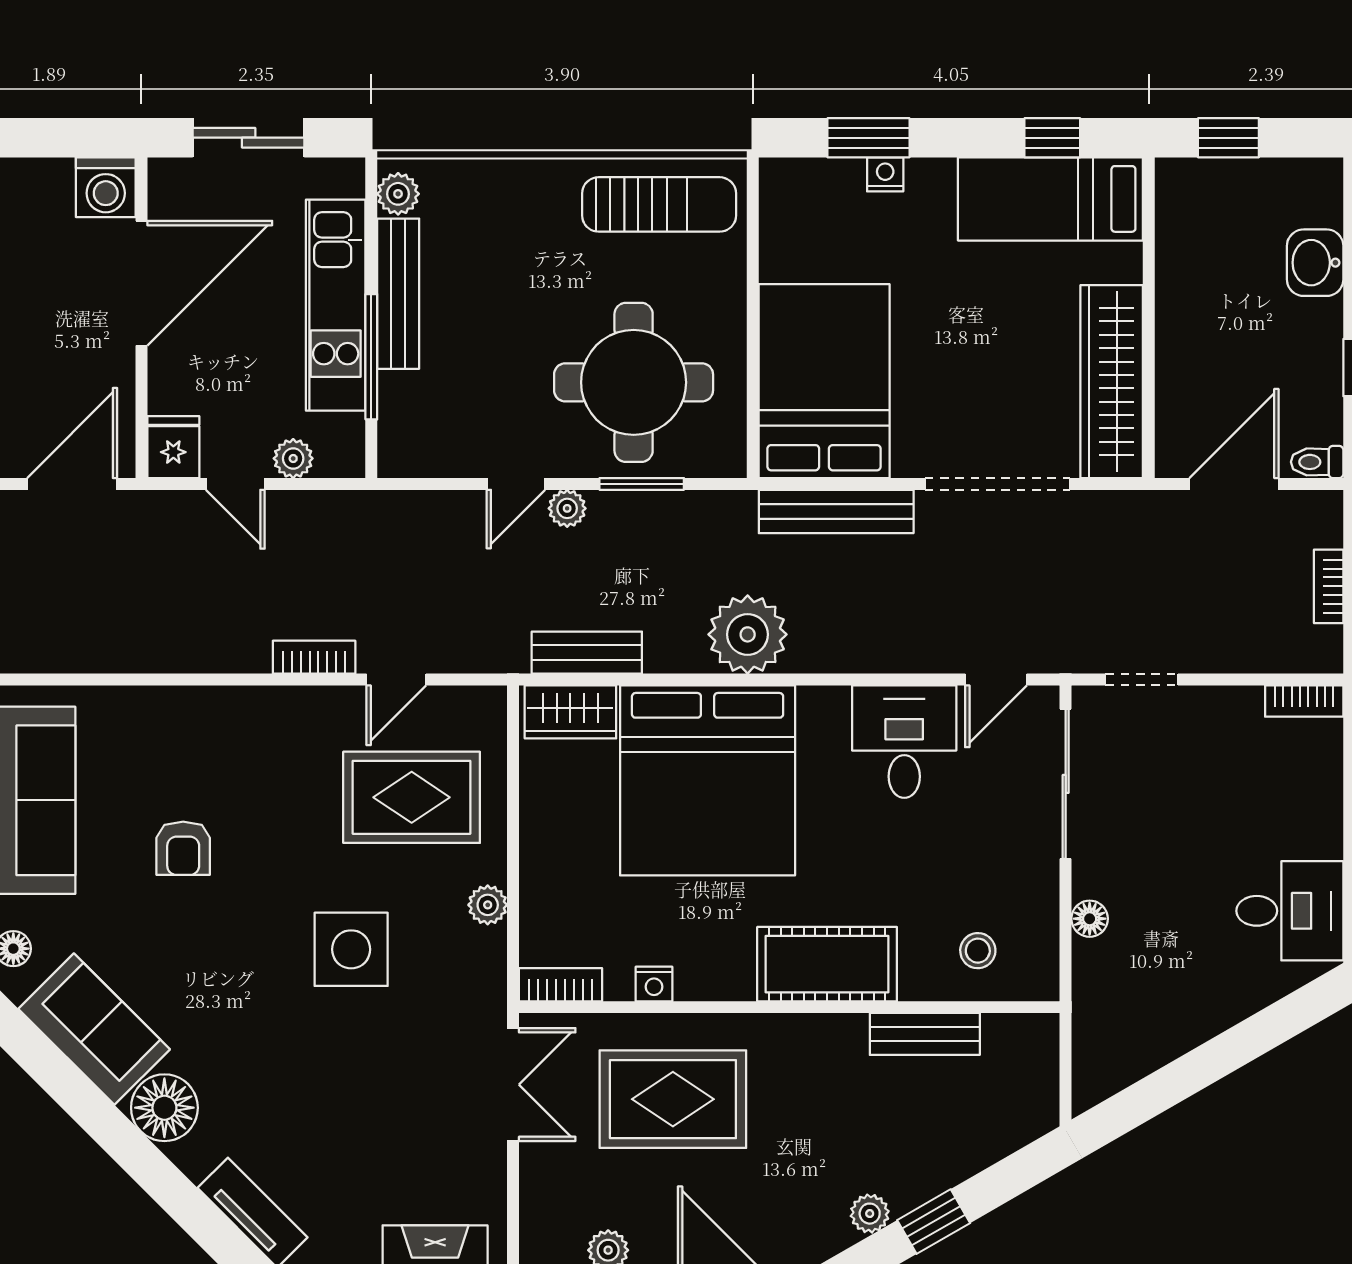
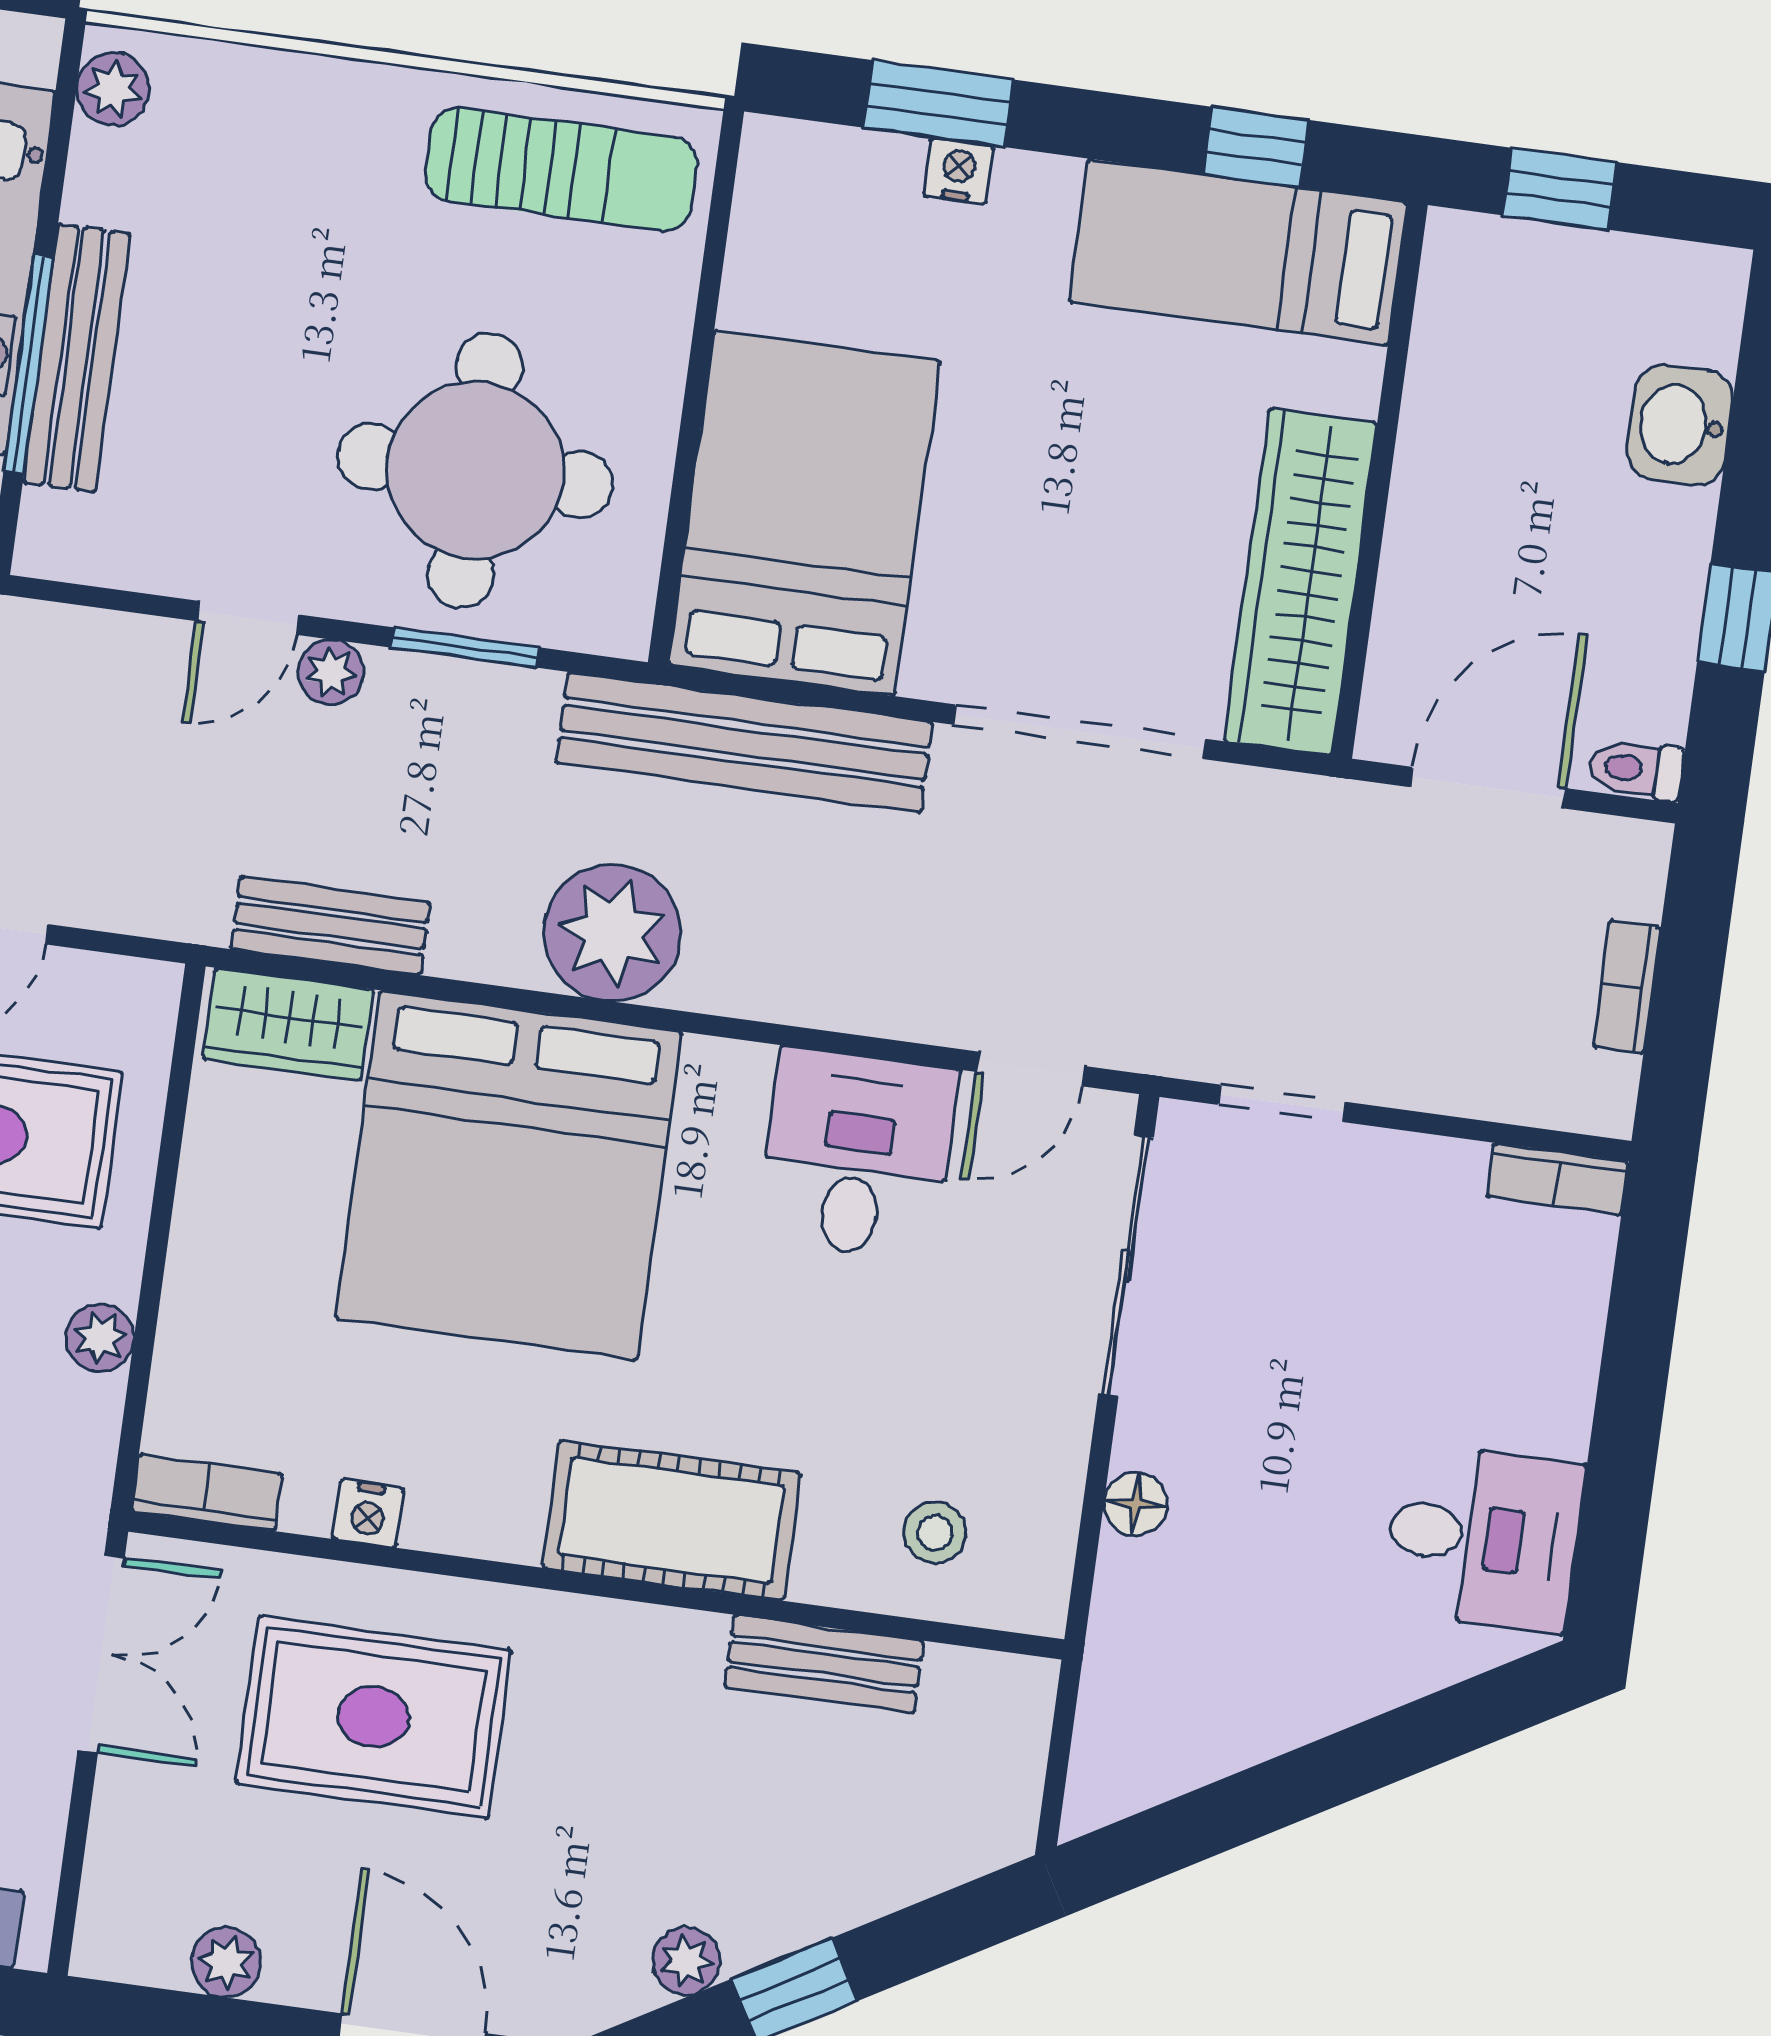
bench: (398, 294) -> (77, 358), moved
bench: (836, 511) -> (744, 742), width x1.37, depth x1.21

